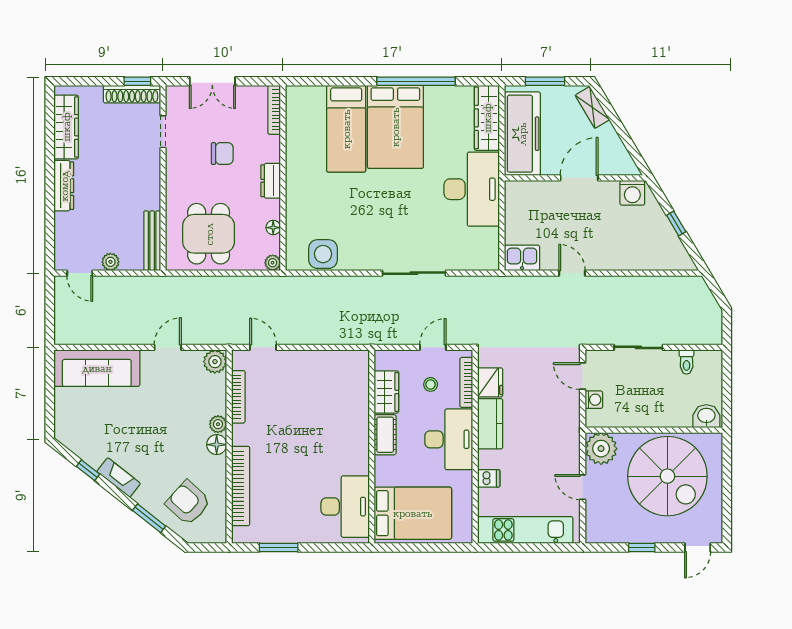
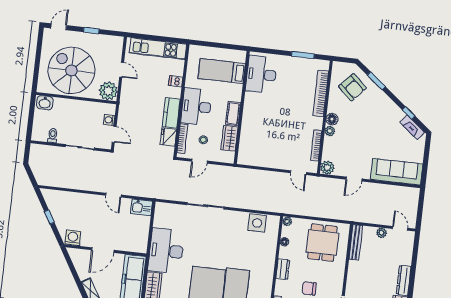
fireplace: (119, 477) -> (412, 127), moved
bed: (413, 513) -> (222, 71), width x0.67

